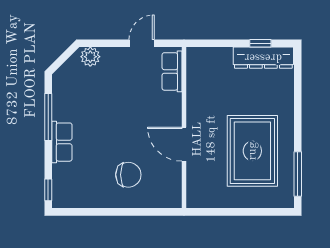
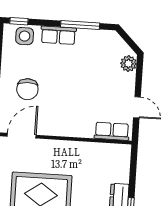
door: (184, 144) -> (22, 136), moved
side table: (65, 182) -> (25, 36), added

